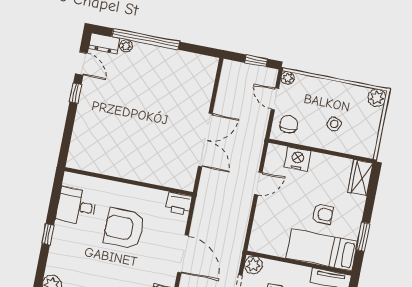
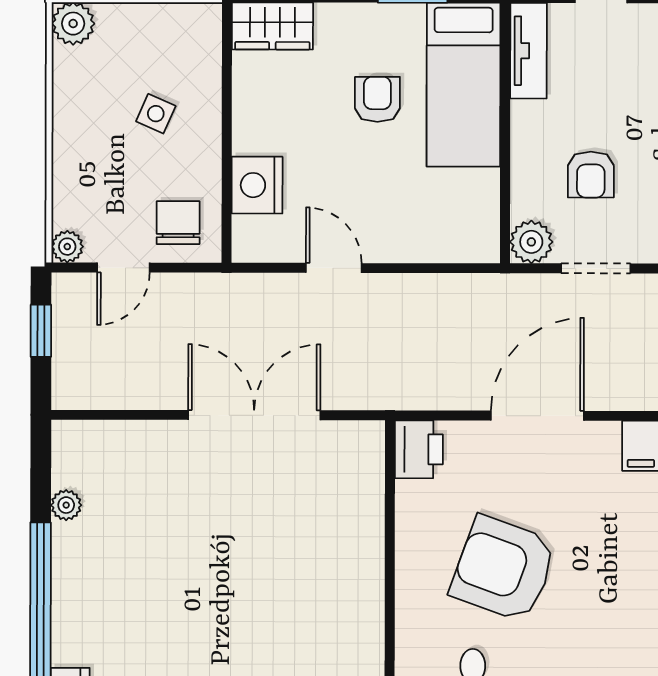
plant: (126, 46) -> (66, 505), moved
chair: (289, 124) -> (178, 223), turned 90
armchair: (124, 228) -> (504, 569), turned 110

